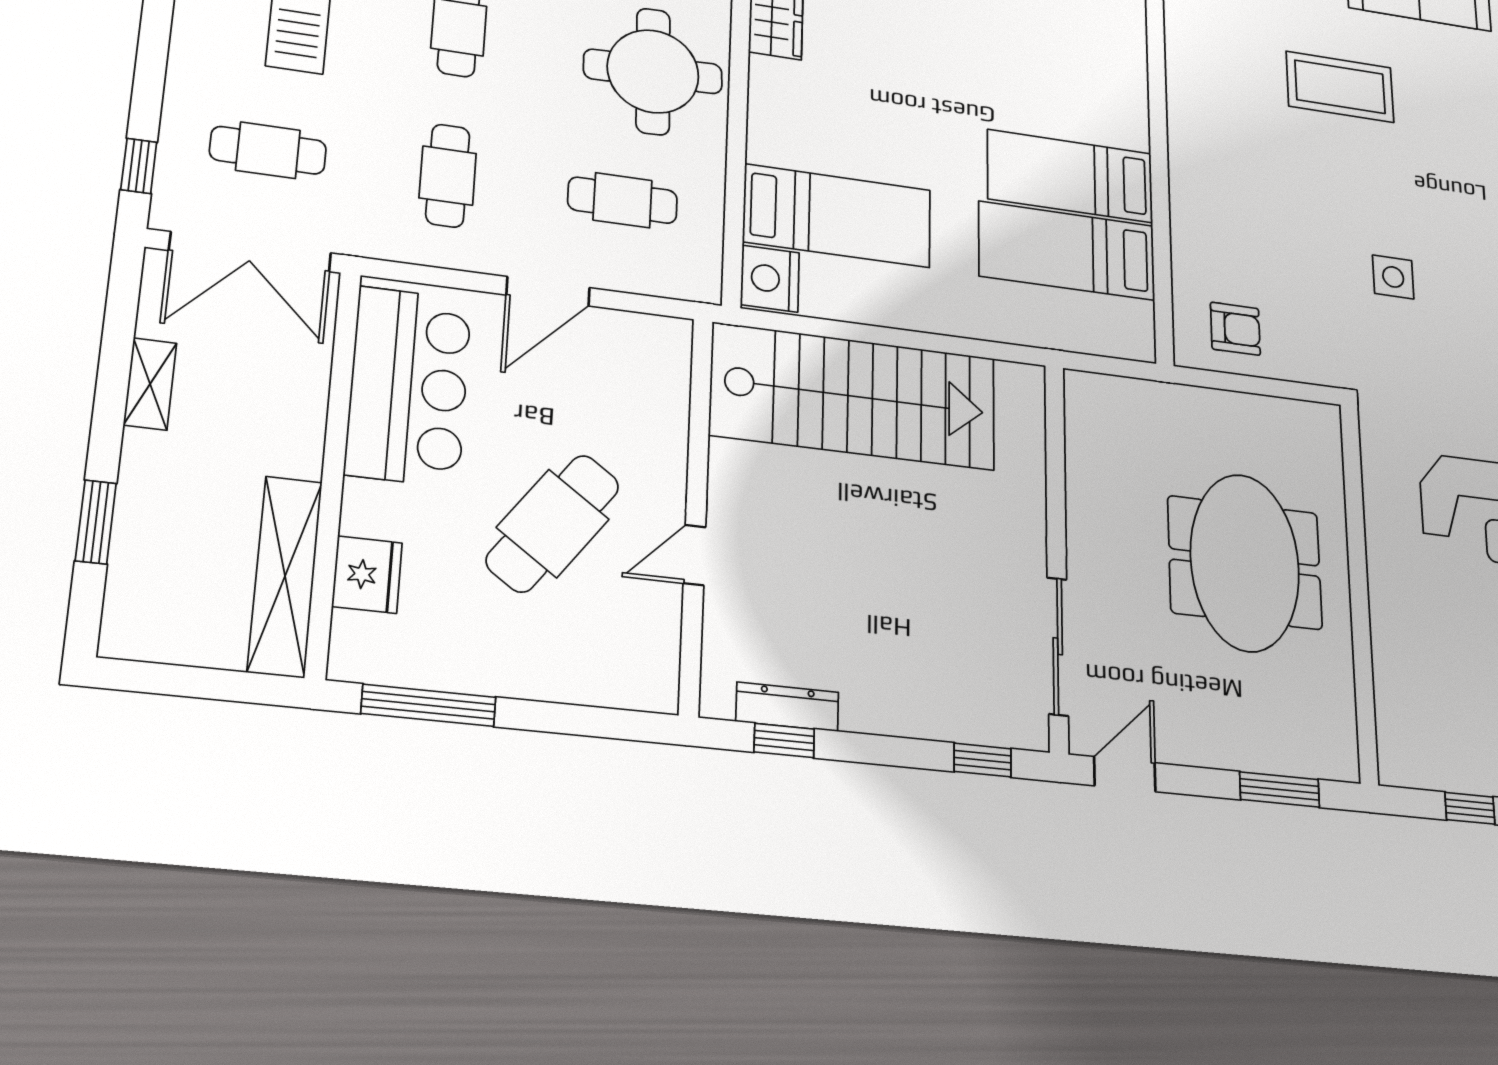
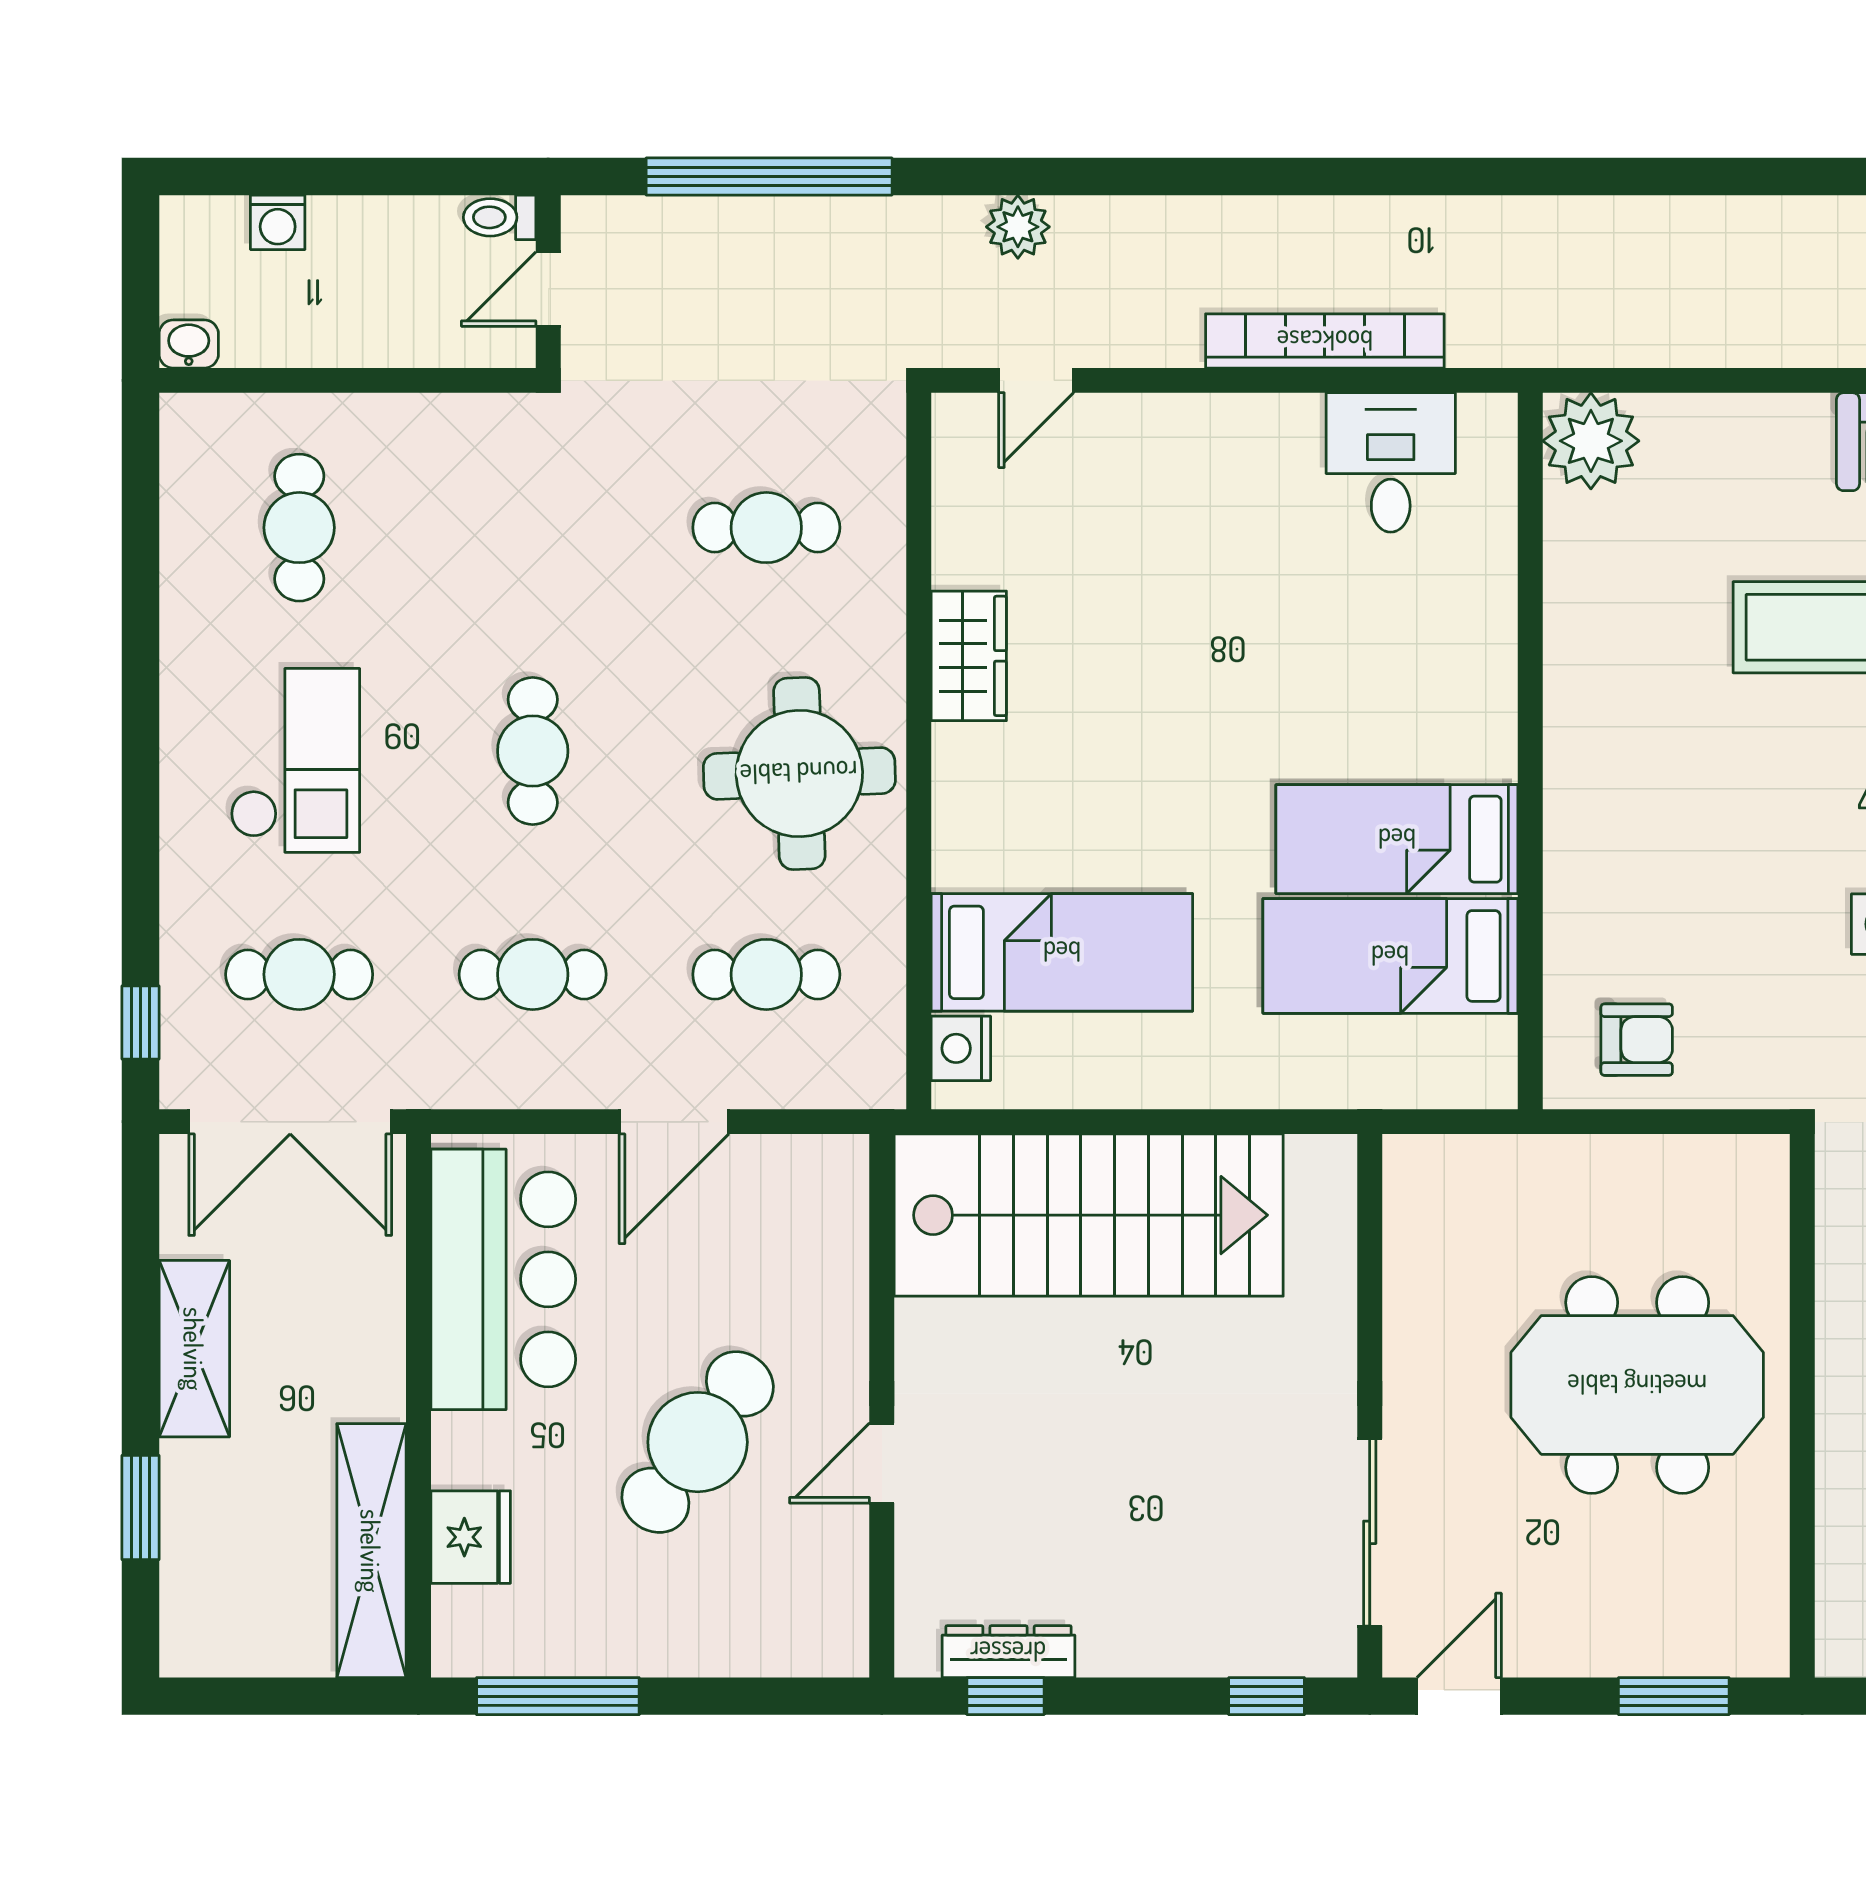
cafe table: (448, 176) -> (533, 974), turned 90
nightstand: (770, 279) -> (961, 1048), width x0.74, depth x0.75
shelving: (150, 384) -> (194, 1349), width x1.50, depth x1.33
meeting table: (1245, 563) -> (1637, 1385), turned 90

